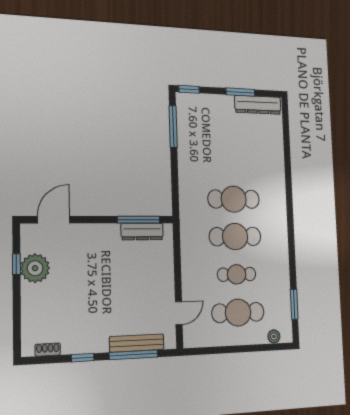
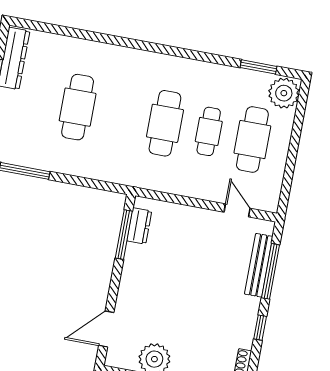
cafe table: (234, 199) -> (78, 107), moved
door: (54, 220) -> (106, 329), hinge flipped
dresser: (142, 231) -> (139, 226), width x0.70
plant: (274, 336) -> (284, 93), width x1.87, depth x1.87

